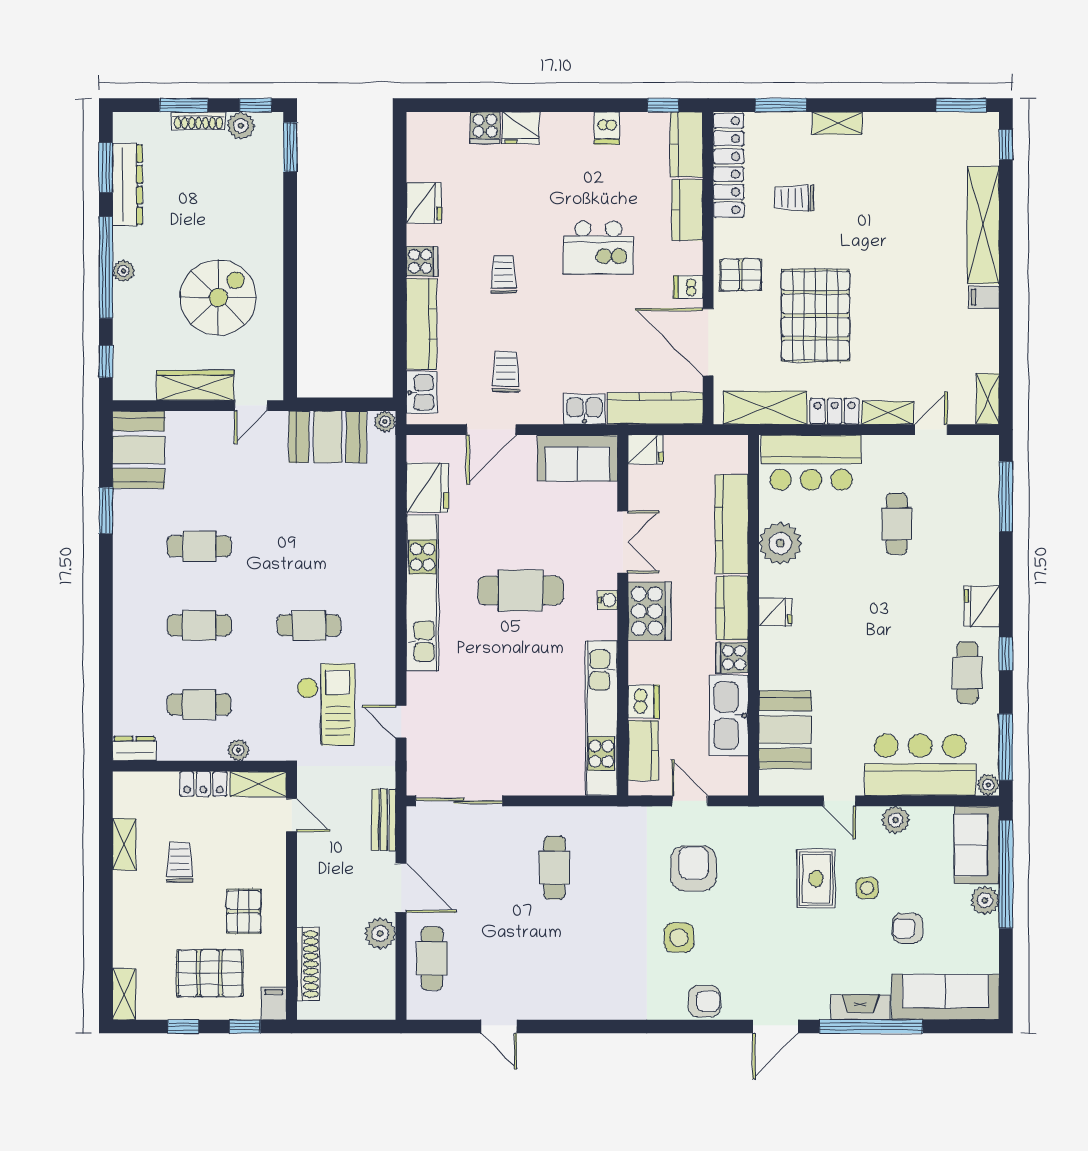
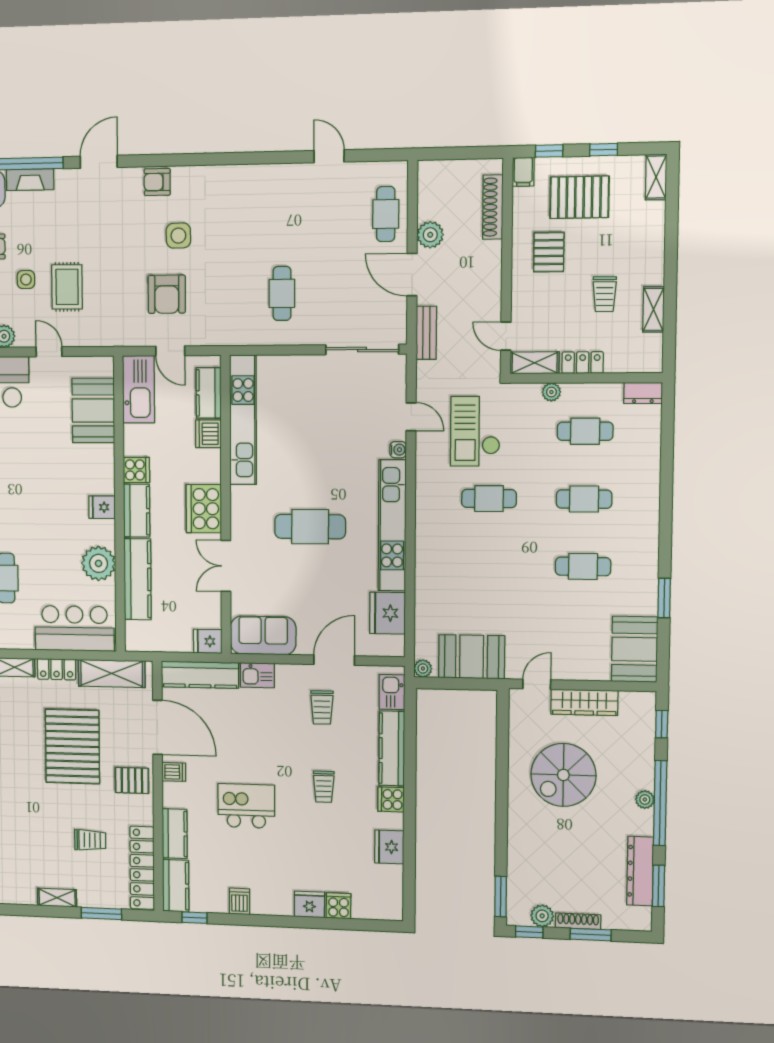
water cooler: (608, 600) -> (398, 450), moved, turned 180
kitchen sink: (729, 715) -> (139, 389), moved

